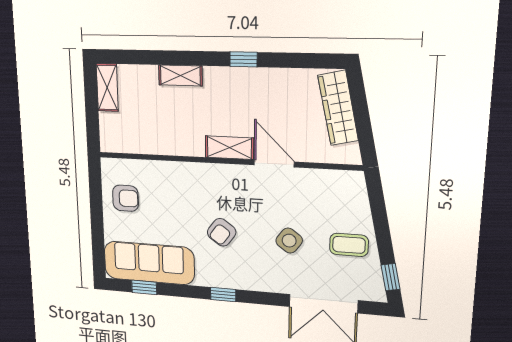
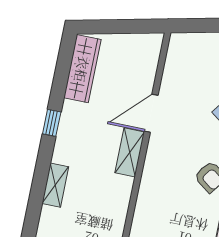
wardrobe: (338, 108) -> (82, 69), moved, turned -78

